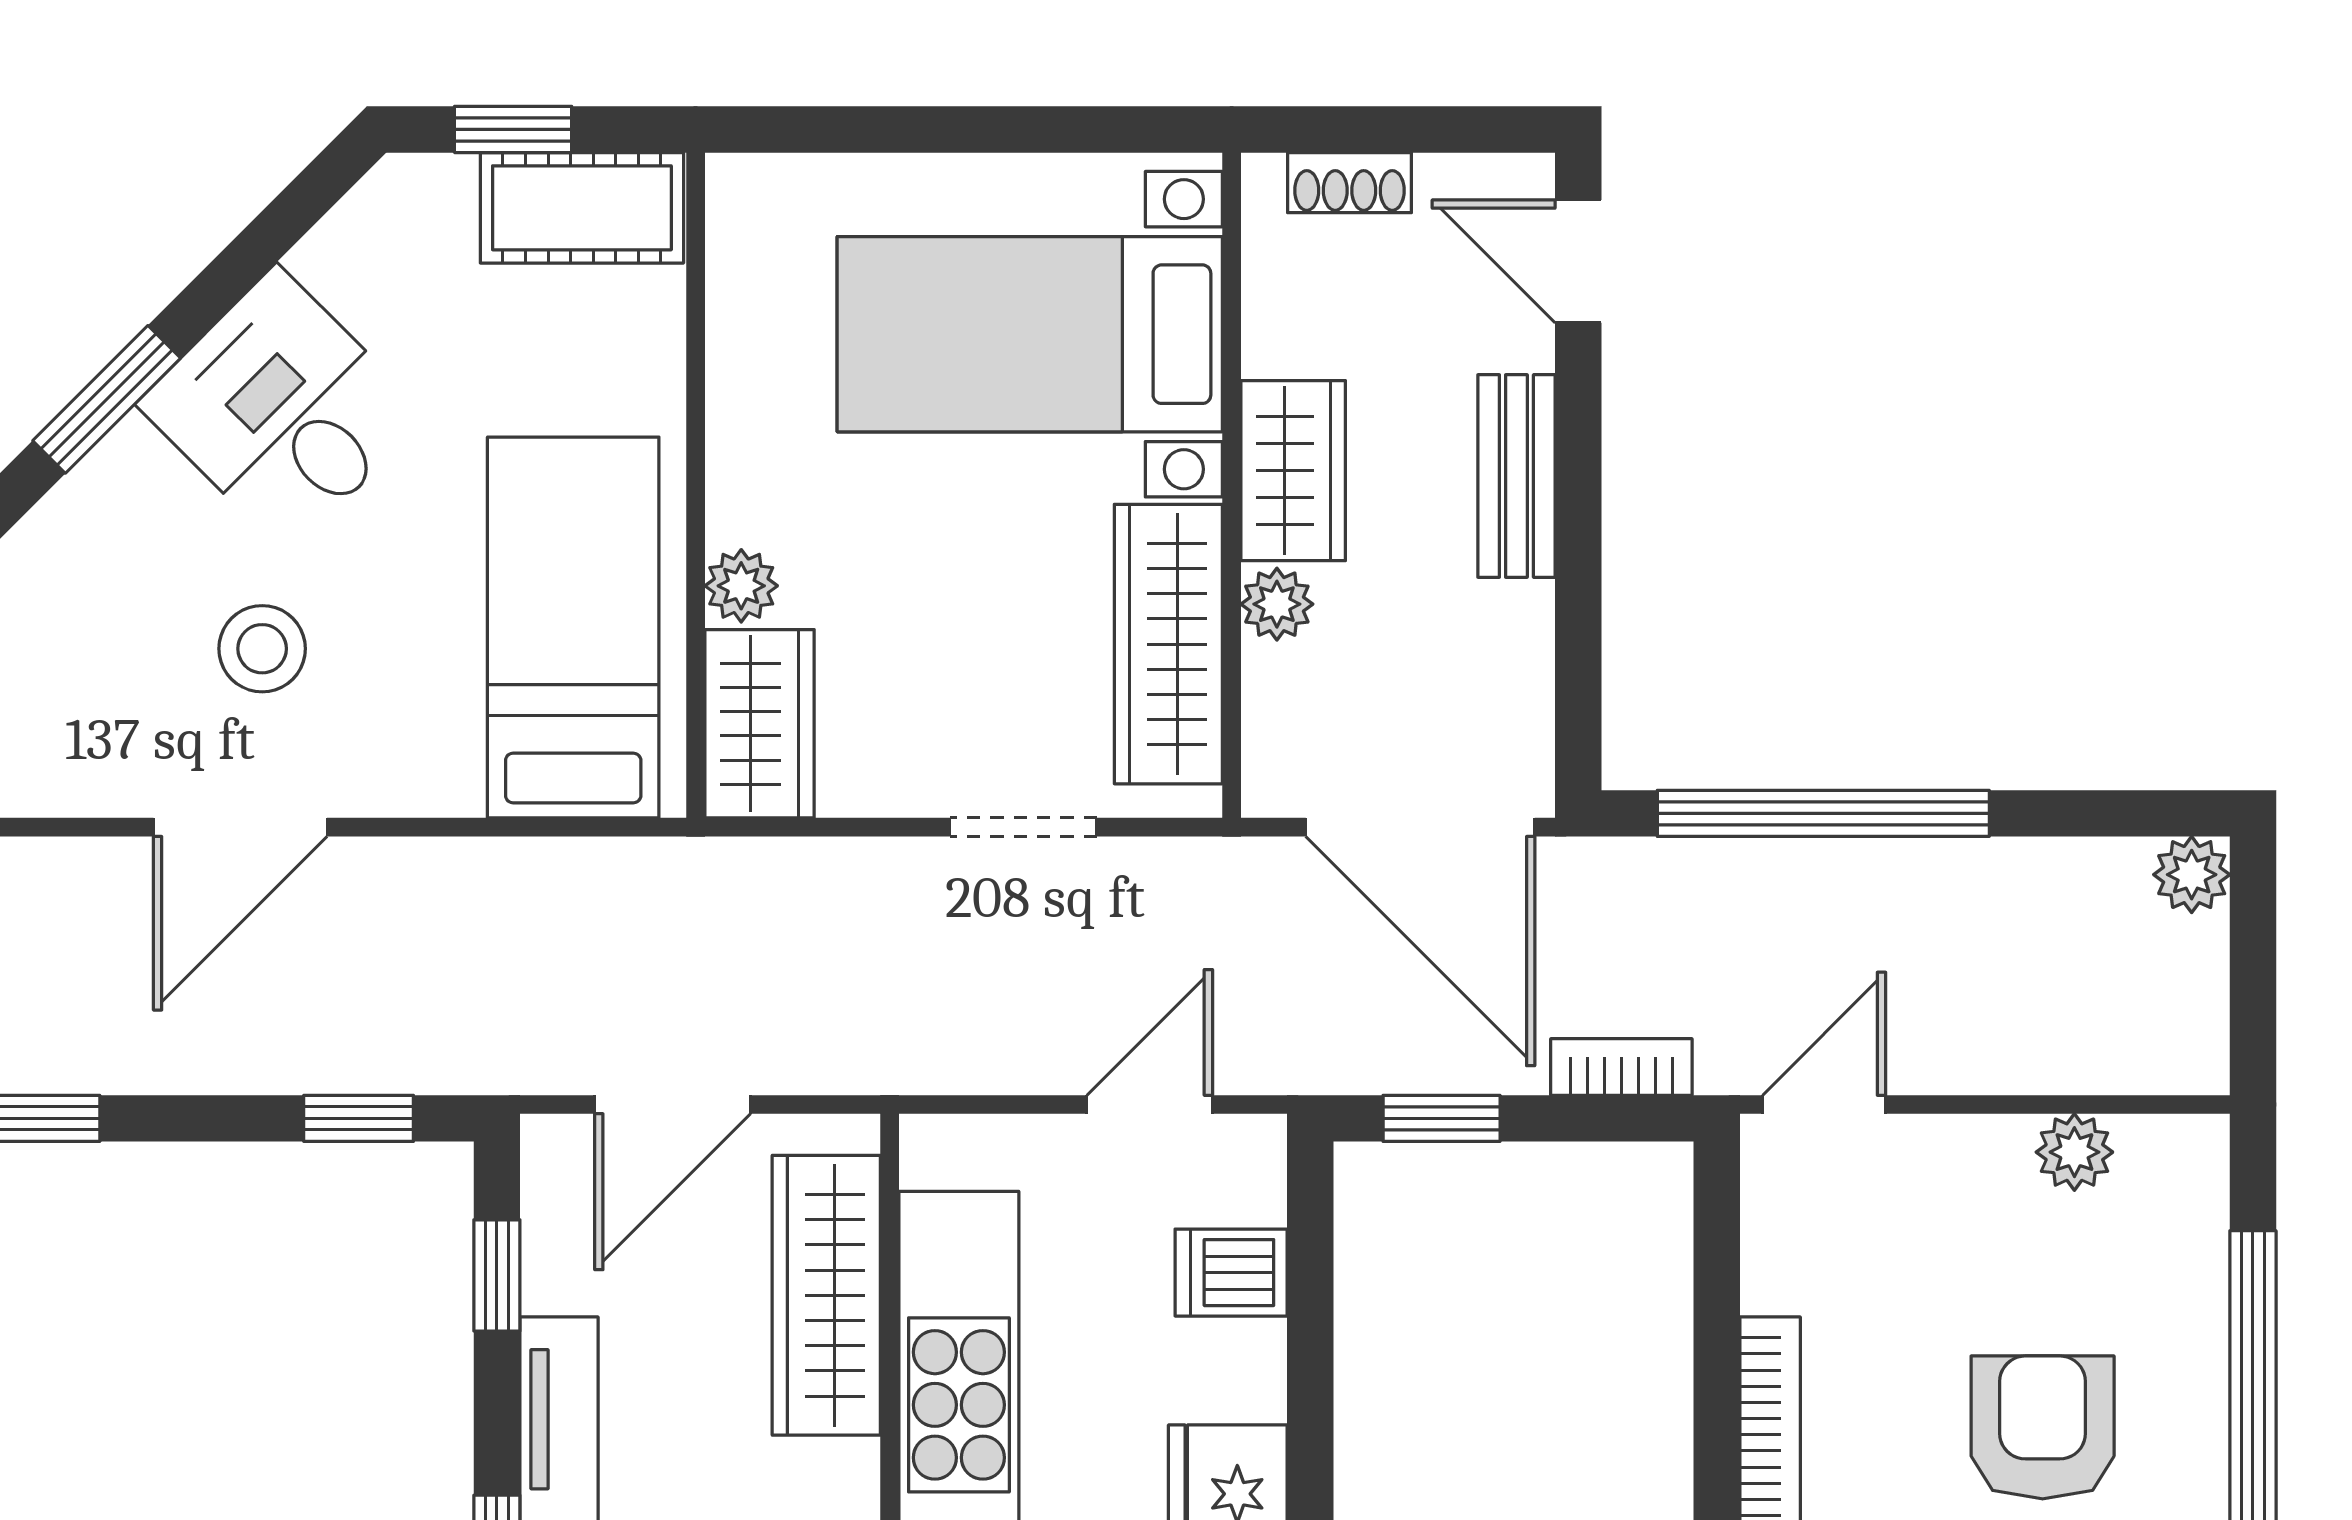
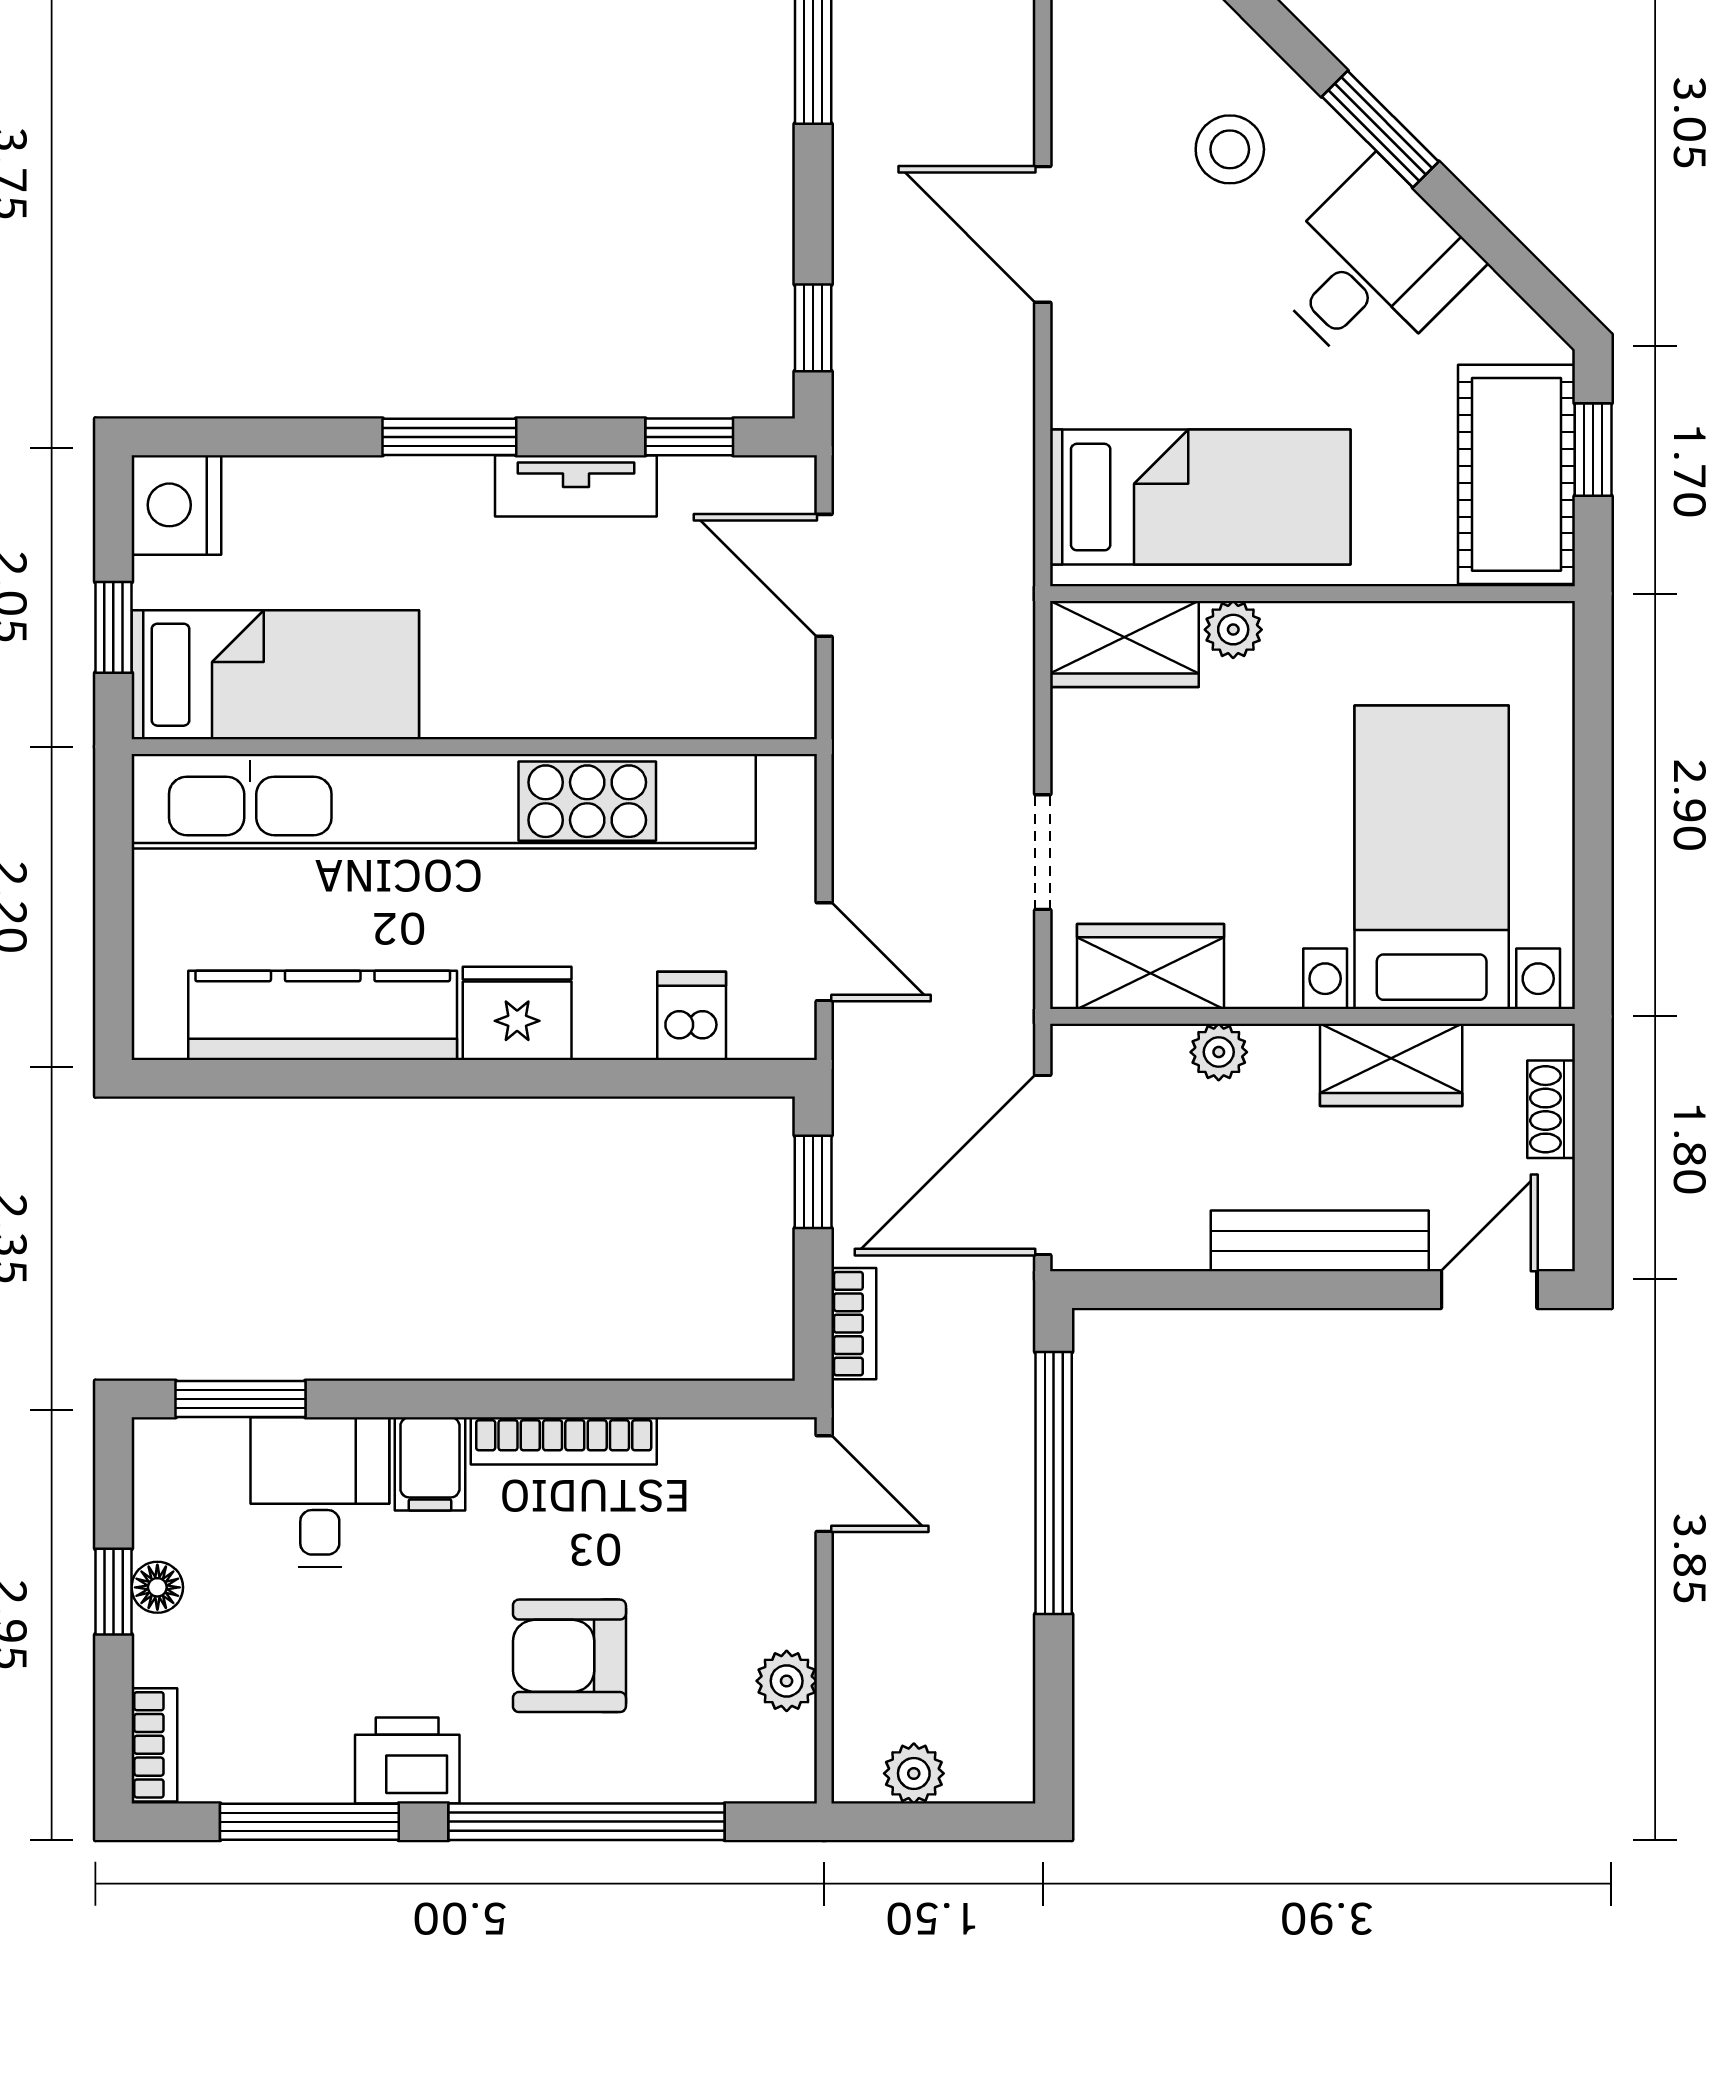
cot: (582, 208) -> (1516, 474), width x1.37, depth x1.34
wardrobe: (1293, 471) -> (1391, 1065), moved
bench: (1516, 476) -> (1320, 1241), width x1.36
wardrobe: (1168, 644) -> (1151, 966), width x0.67
stool: (262, 649) -> (1230, 149), moved
plant: (2192, 875) -> (914, 1773), moved
wardrobe: (826, 1295) -> (674, 697), removed
armchair: (2043, 1427) -> (569, 1656), turned 180

